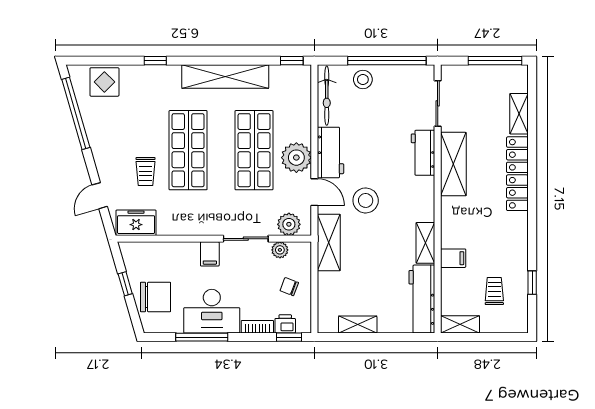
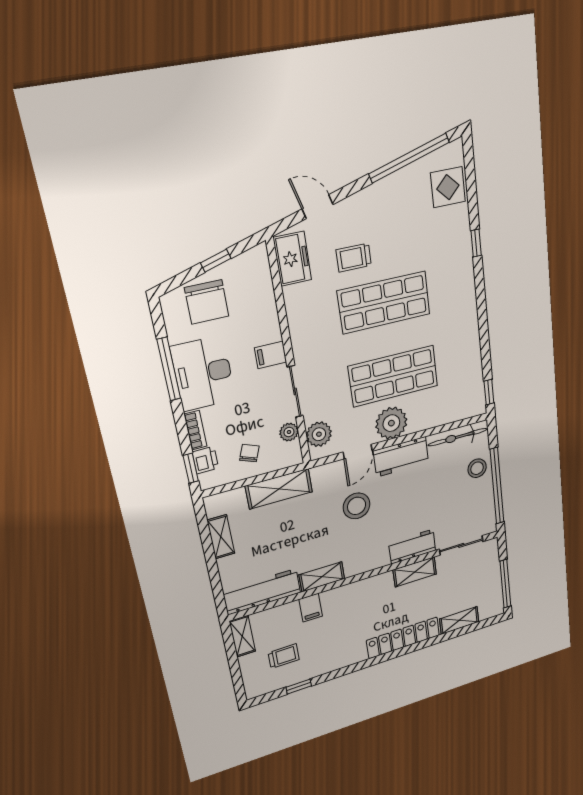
shelving: (225, 77) -> (467, 326), removed
shelving: (453, 164) -> (415, 572), width x0.67, depth x0.75
shelving: (329, 242) -> (279, 489), moved

